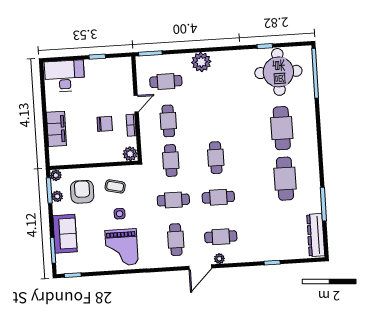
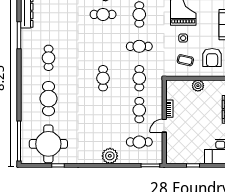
chair: (105, 124) -> (191, 111), removed
plant: (130, 154) -> (198, 86), moved
cafe table: (285, 179) -> (49, 58), width x0.73, depth x0.74
cafe table: (218, 197) -> (103, 46), removed

